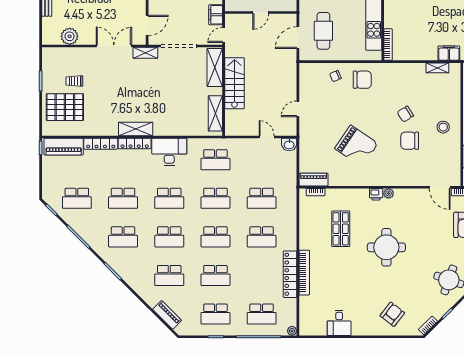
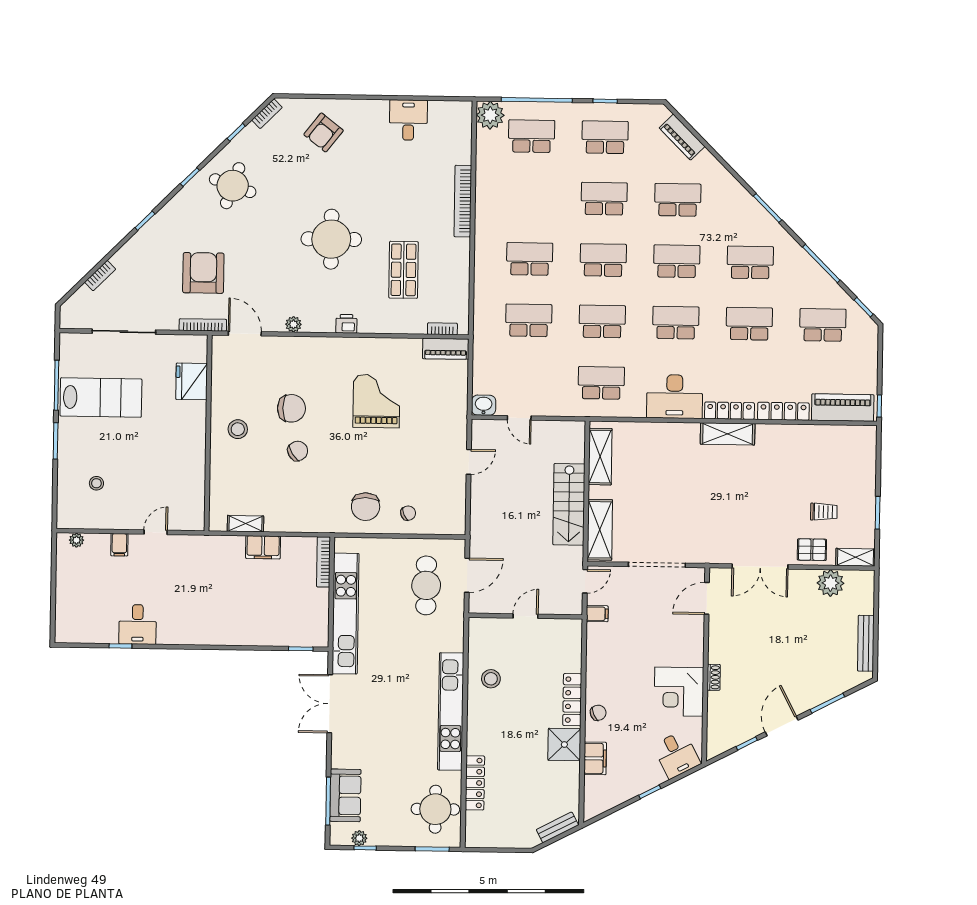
filing cabinet: (216, 15) -> (597, 614), width x0.50
shelving: (145, 53) -> (855, 557), moved
filing cabinet: (449, 53) -> (263, 547), moved
chair: (362, 80) -> (366, 507), turned -90
pallet: (65, 107) -> (812, 550), moved, width x0.49, depth x0.50
grand piano: (356, 146) -> (376, 401), turned 56
plant: (389, 193) -> (293, 324), moved
locker: (290, 274) -> (485, 199), removed
plant: (292, 331) -> (490, 115), width x1.87, depth x1.87

